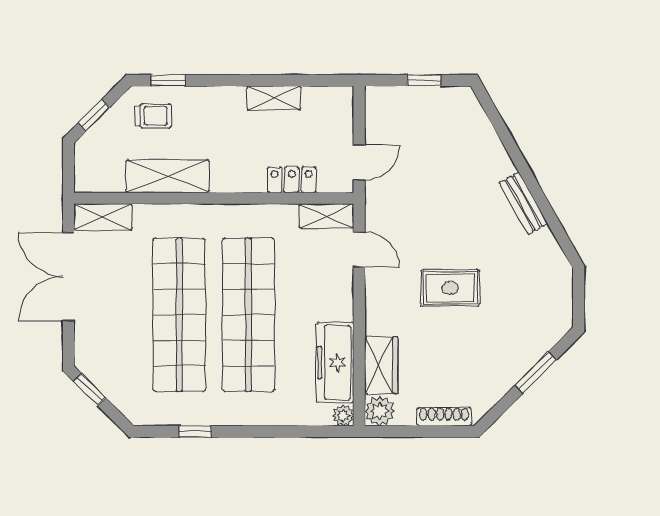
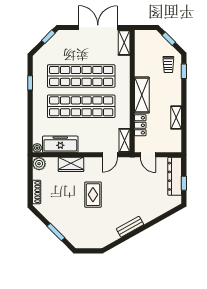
dresser: (408, 101) -> (175, 176), added
shelving: (168, 176) -> (142, 95), moved
wardrobe: (381, 365) -> (71, 164), moved

